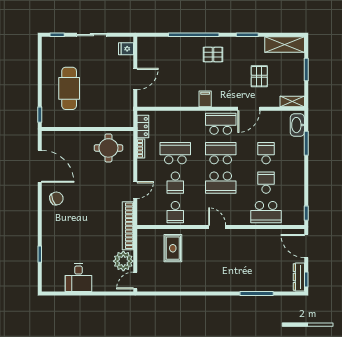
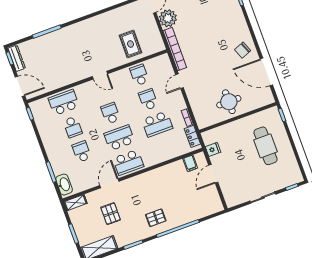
fridge: (126, 49) -> (213, 149), moved
filing cabinet: (205, 99) -> (190, 163), moved
round table: (108, 148) -> (229, 102), moved
school desk: (221, 153) -> (119, 138), turned 180
school desk: (266, 153) -> (82, 152), turned 180
school desk: (221, 183) -> (110, 113), width x0.54

